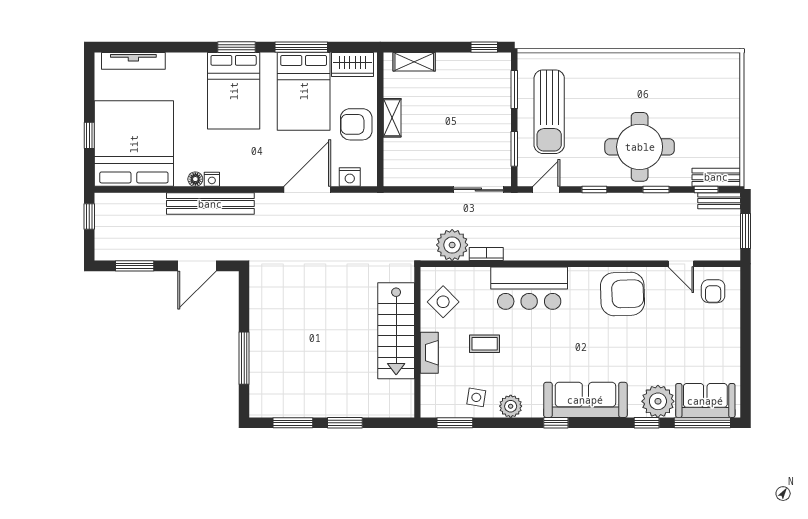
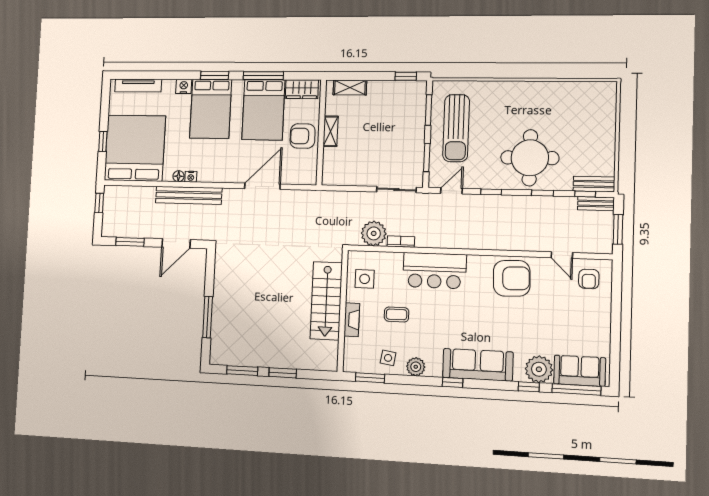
nightstand: (350, 177) -> (184, 86), moved, turned 180
side table: (443, 302) -> (365, 279), turned 45

